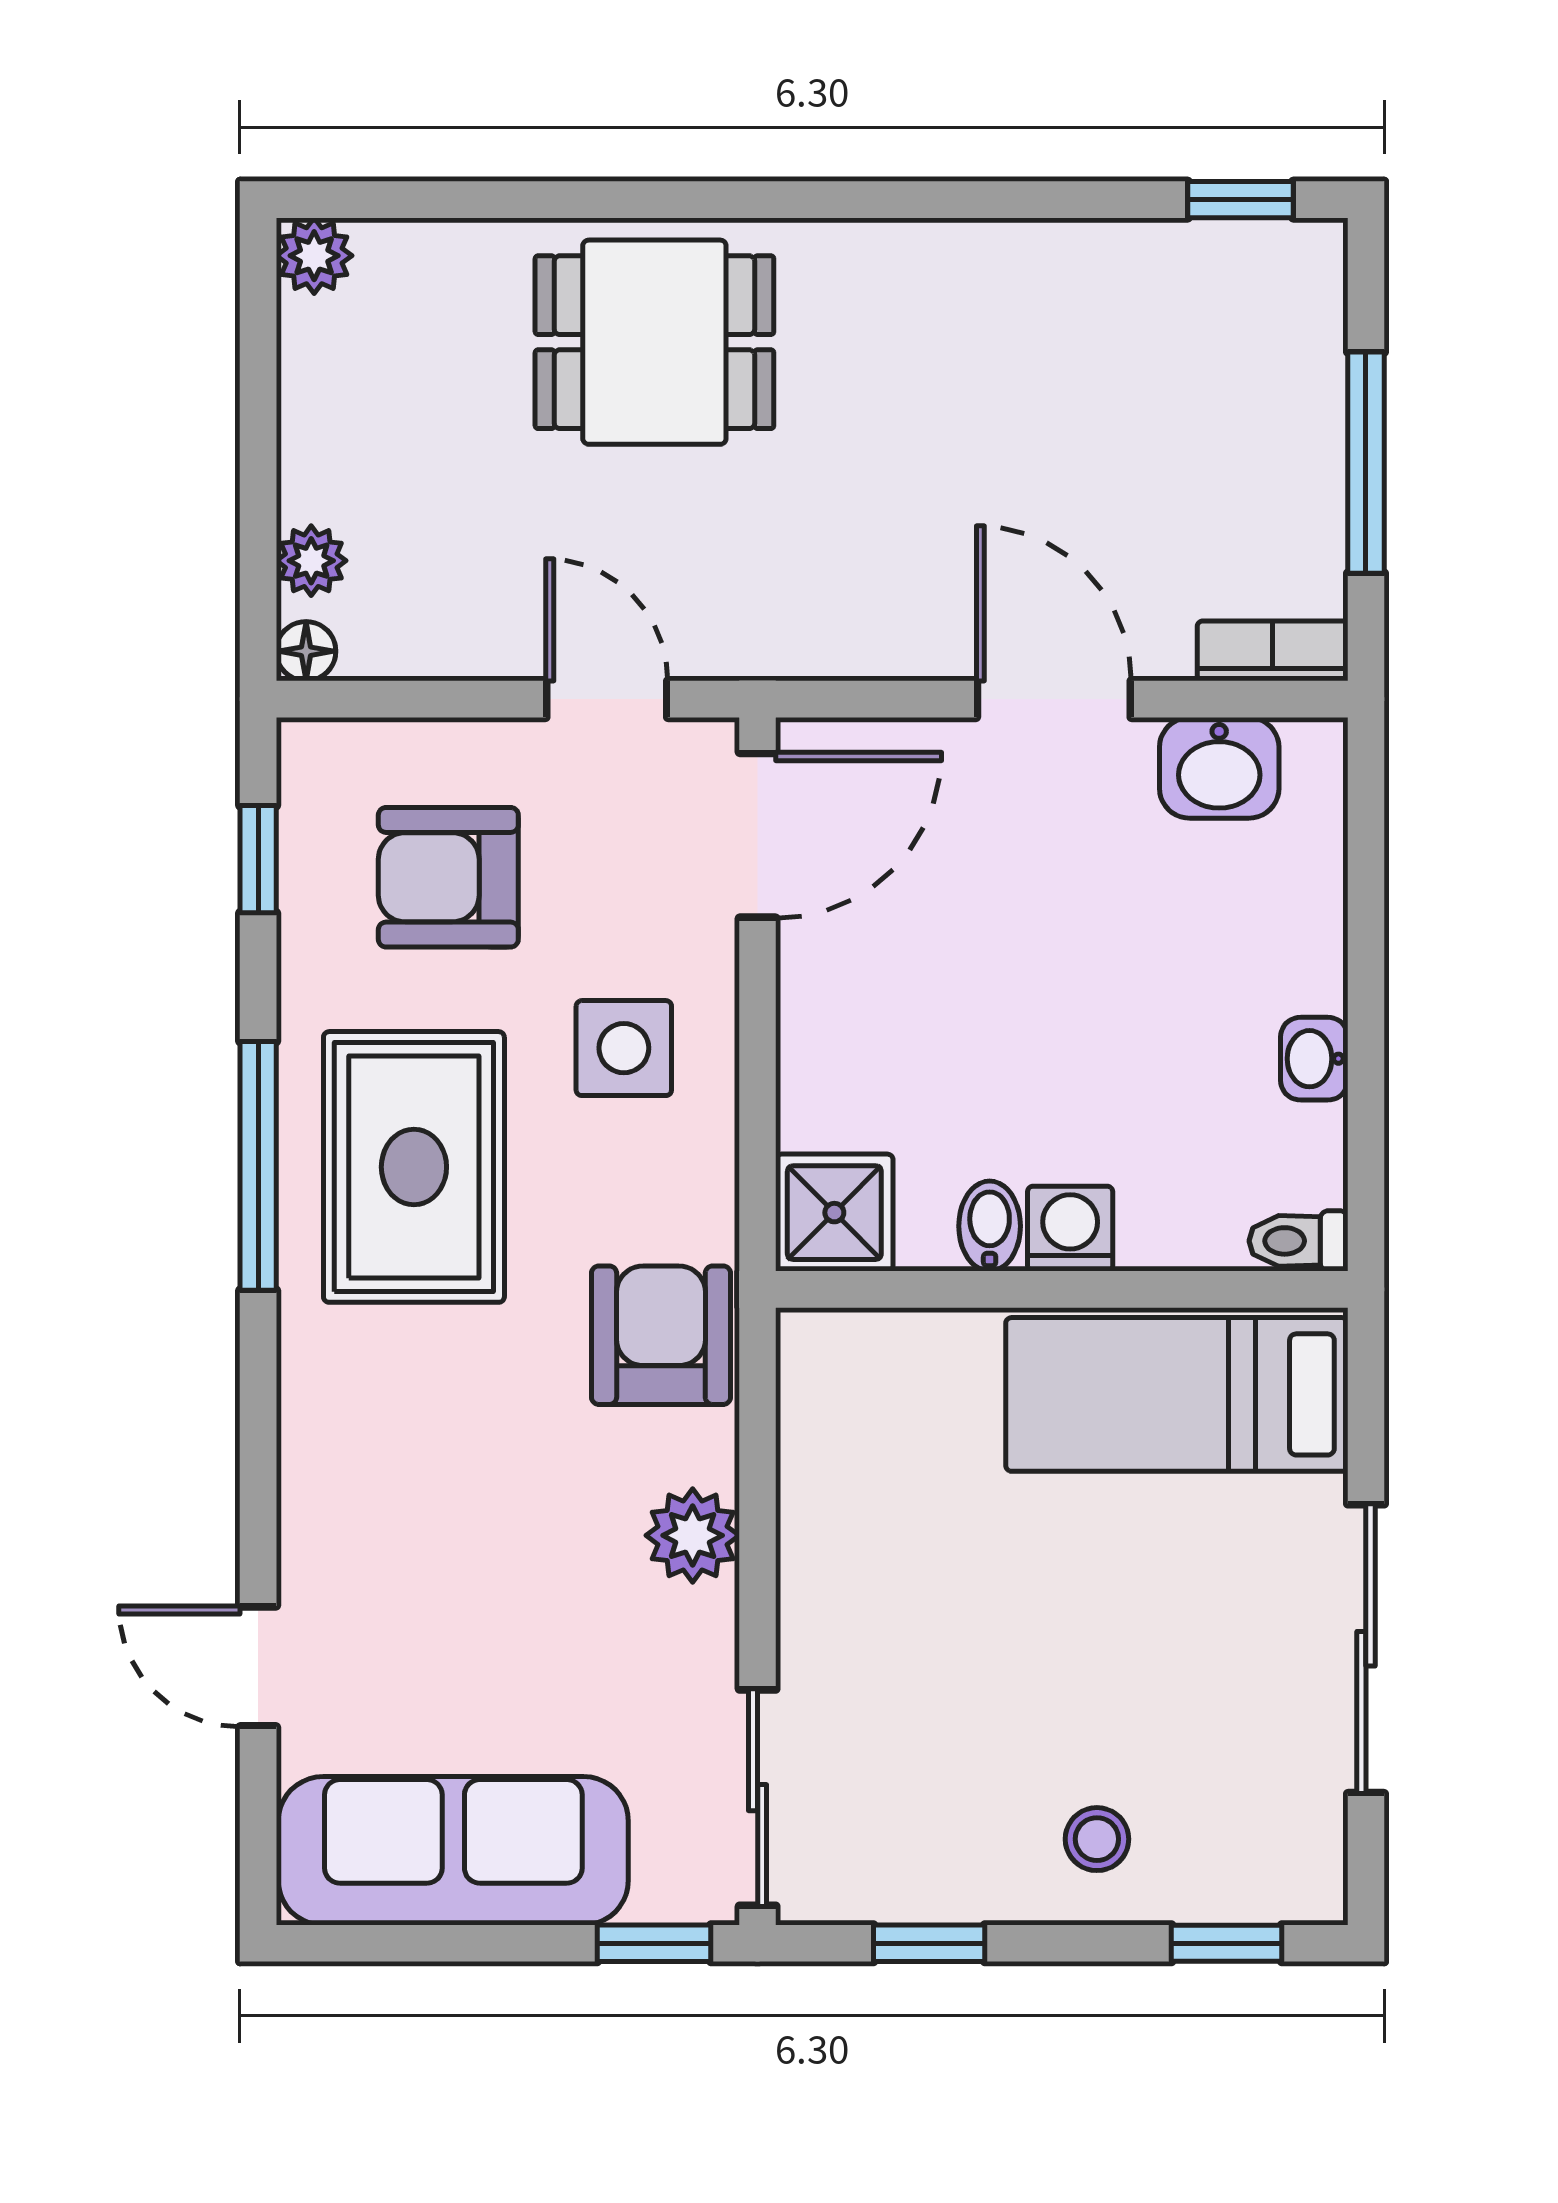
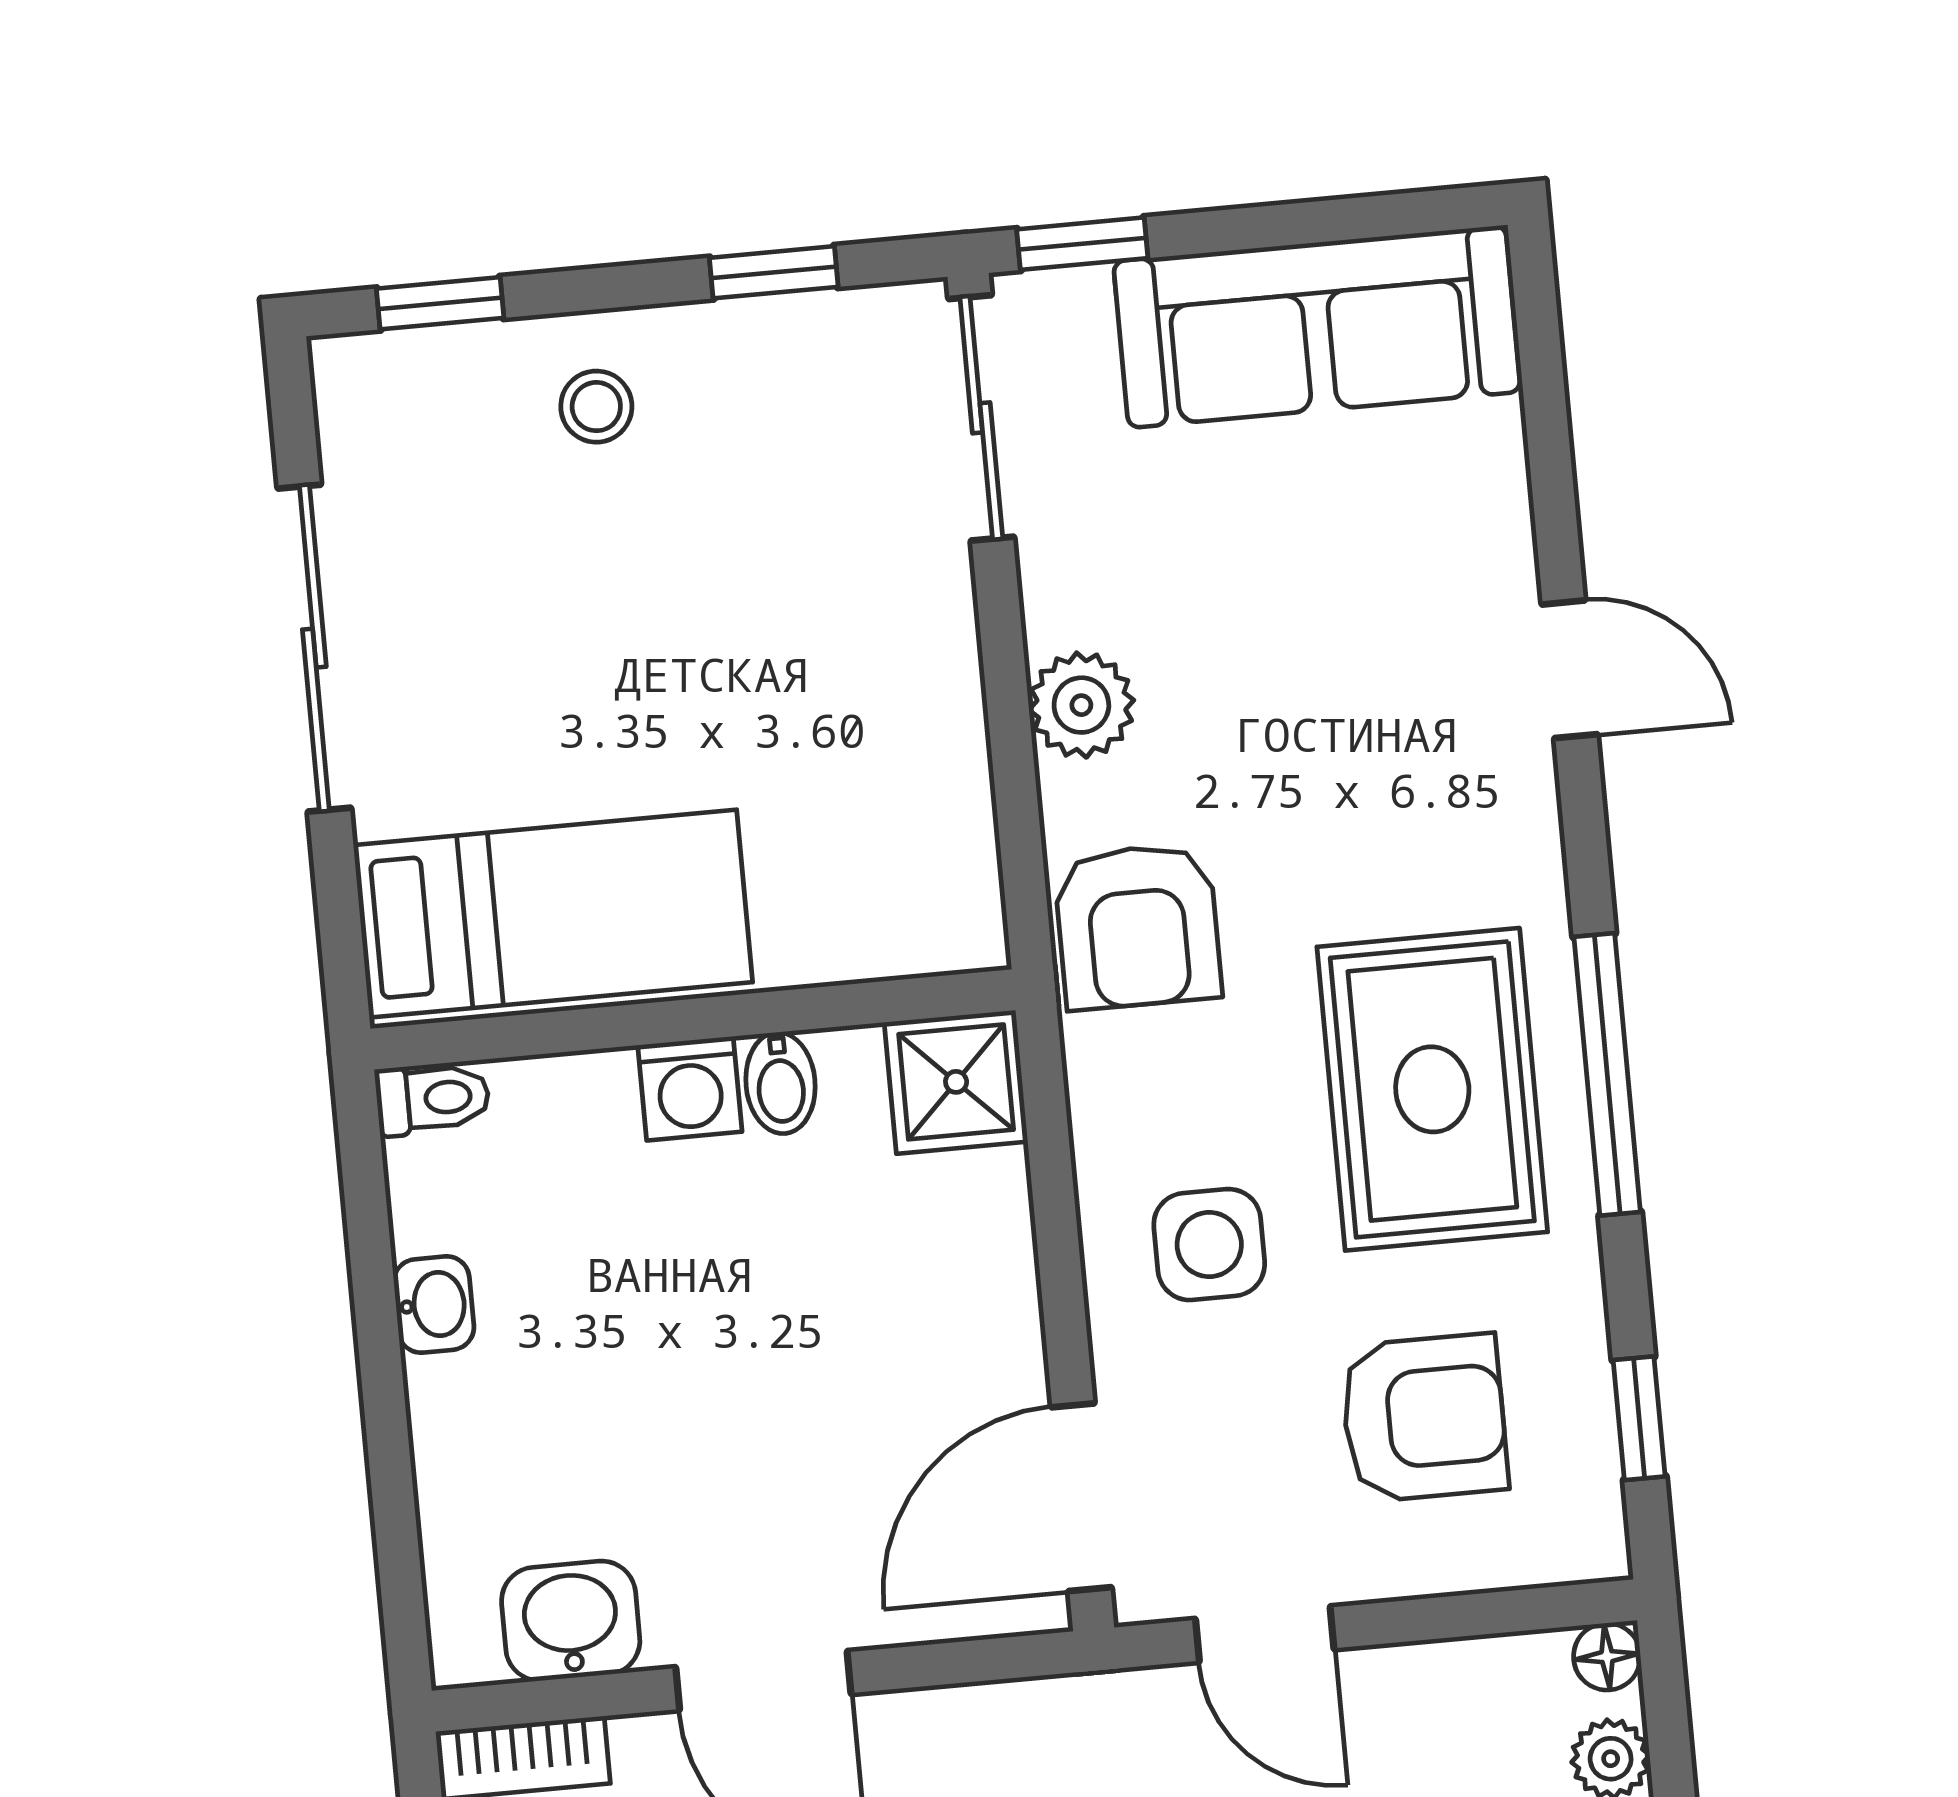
door: (258, 1666) -> (1570, 669), moved

